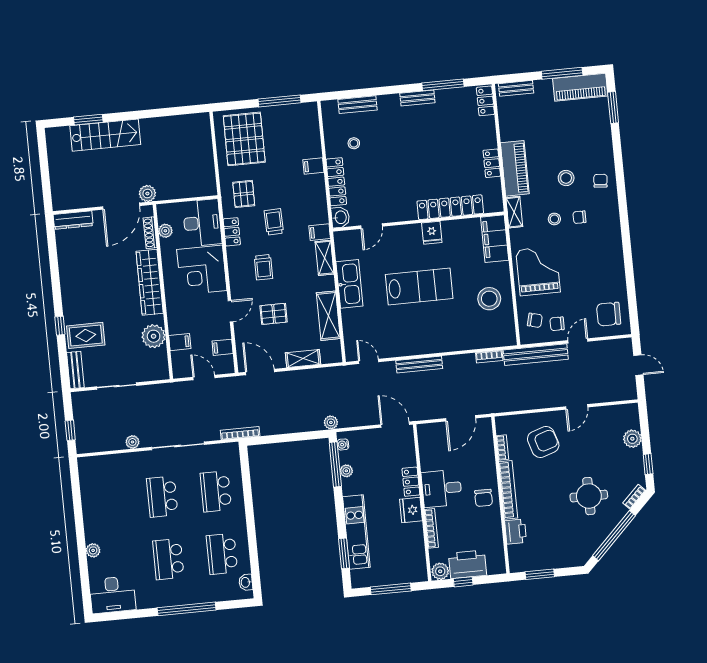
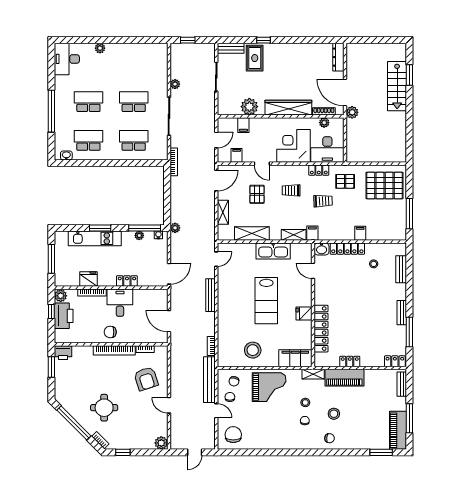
plant: (632, 439) -> (161, 443), moved
fridge: (411, 510) -> (88, 279), moved
printer: (516, 532) -> (63, 353), moved
window: (344, 553) -> (100, 228), moved

